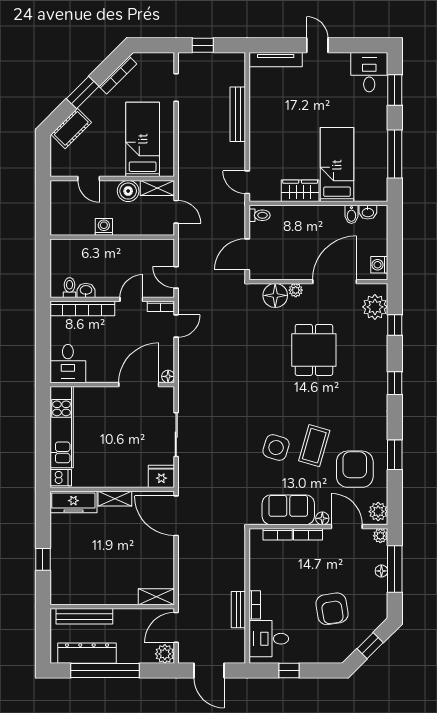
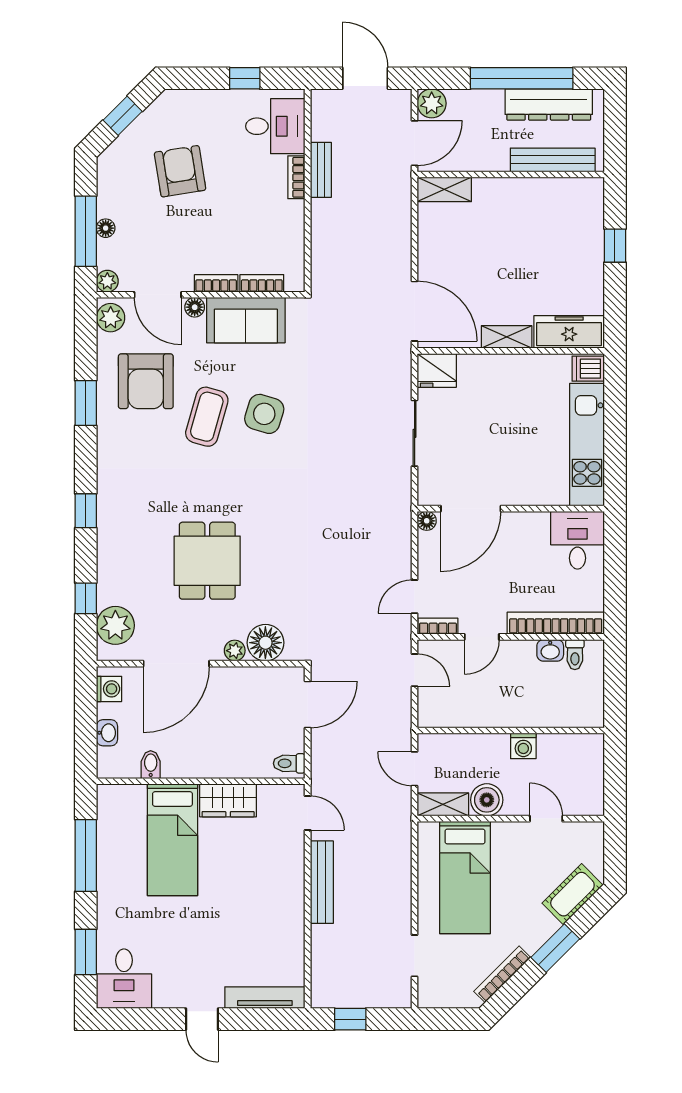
window: (203, 45) -> (350, 1019), moved
bench: (238, 114) -> (322, 882), moved
washbasin: (368, 212) -> (107, 733), moved, turned 90

